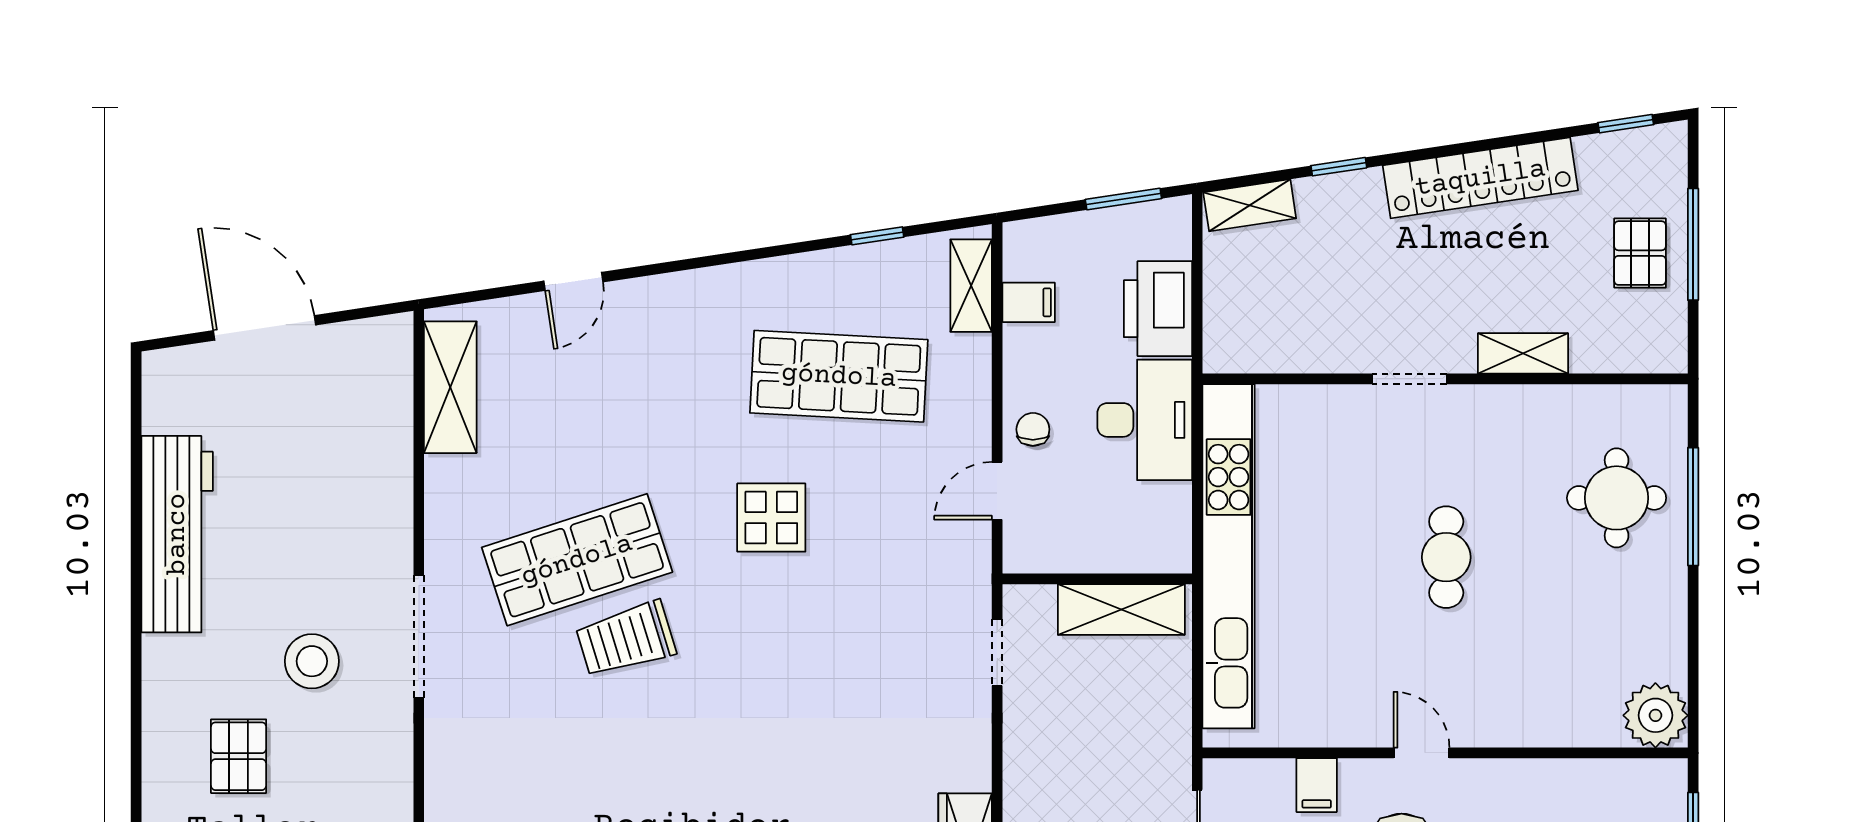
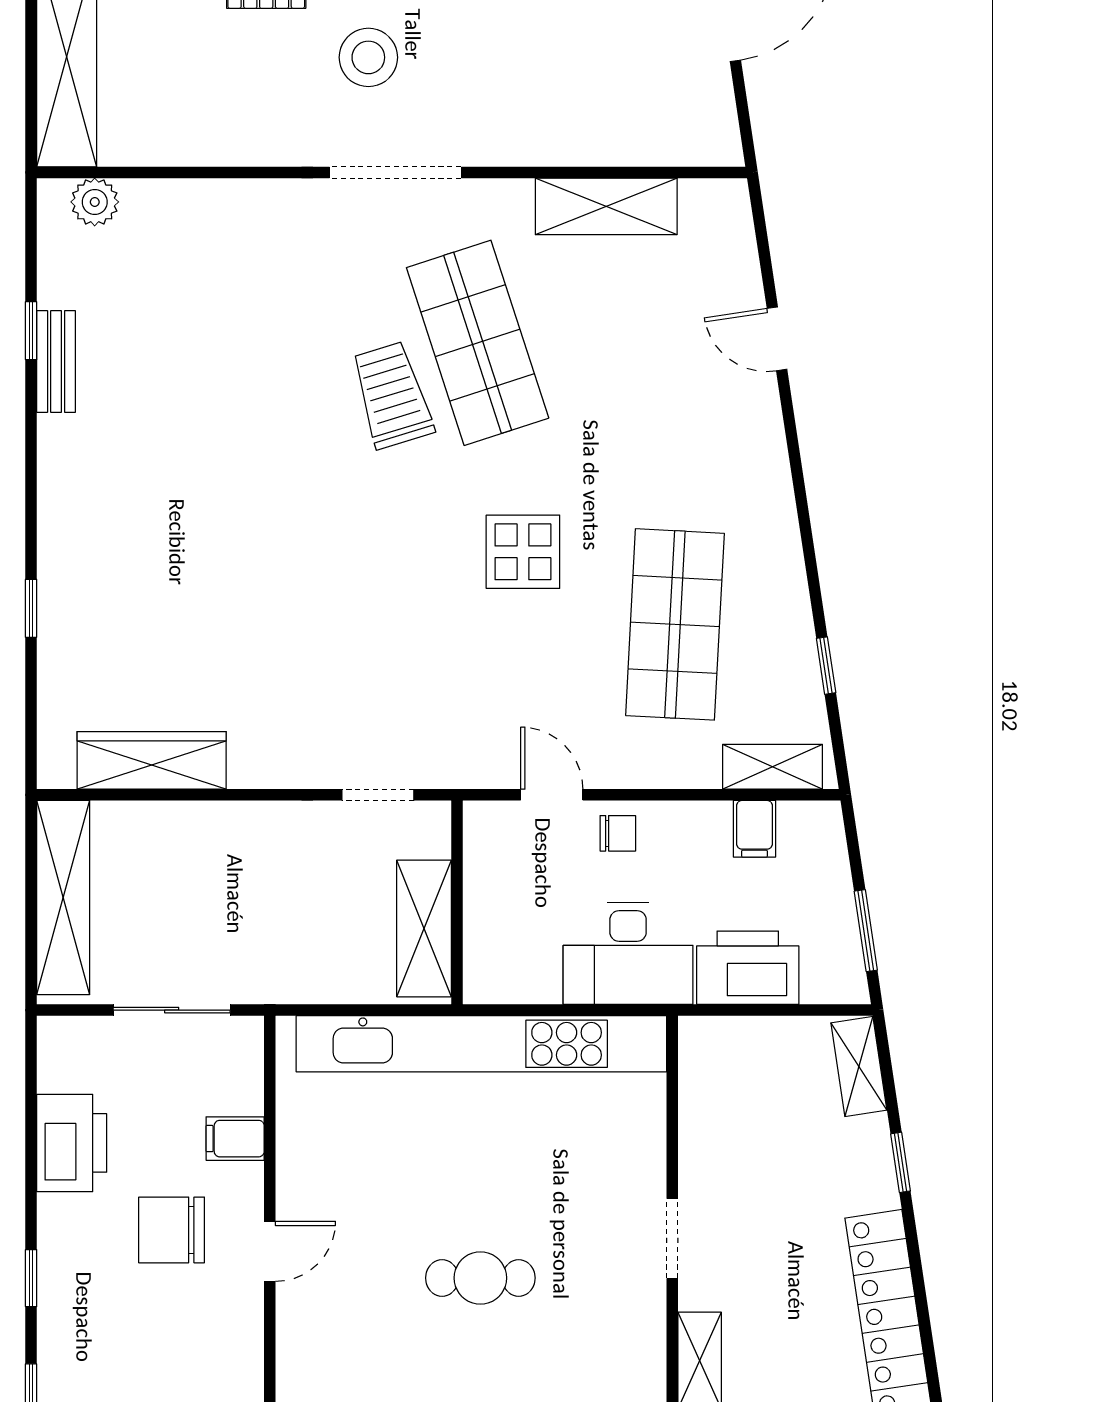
shelving: (450, 387) -> (606, 206), moved

